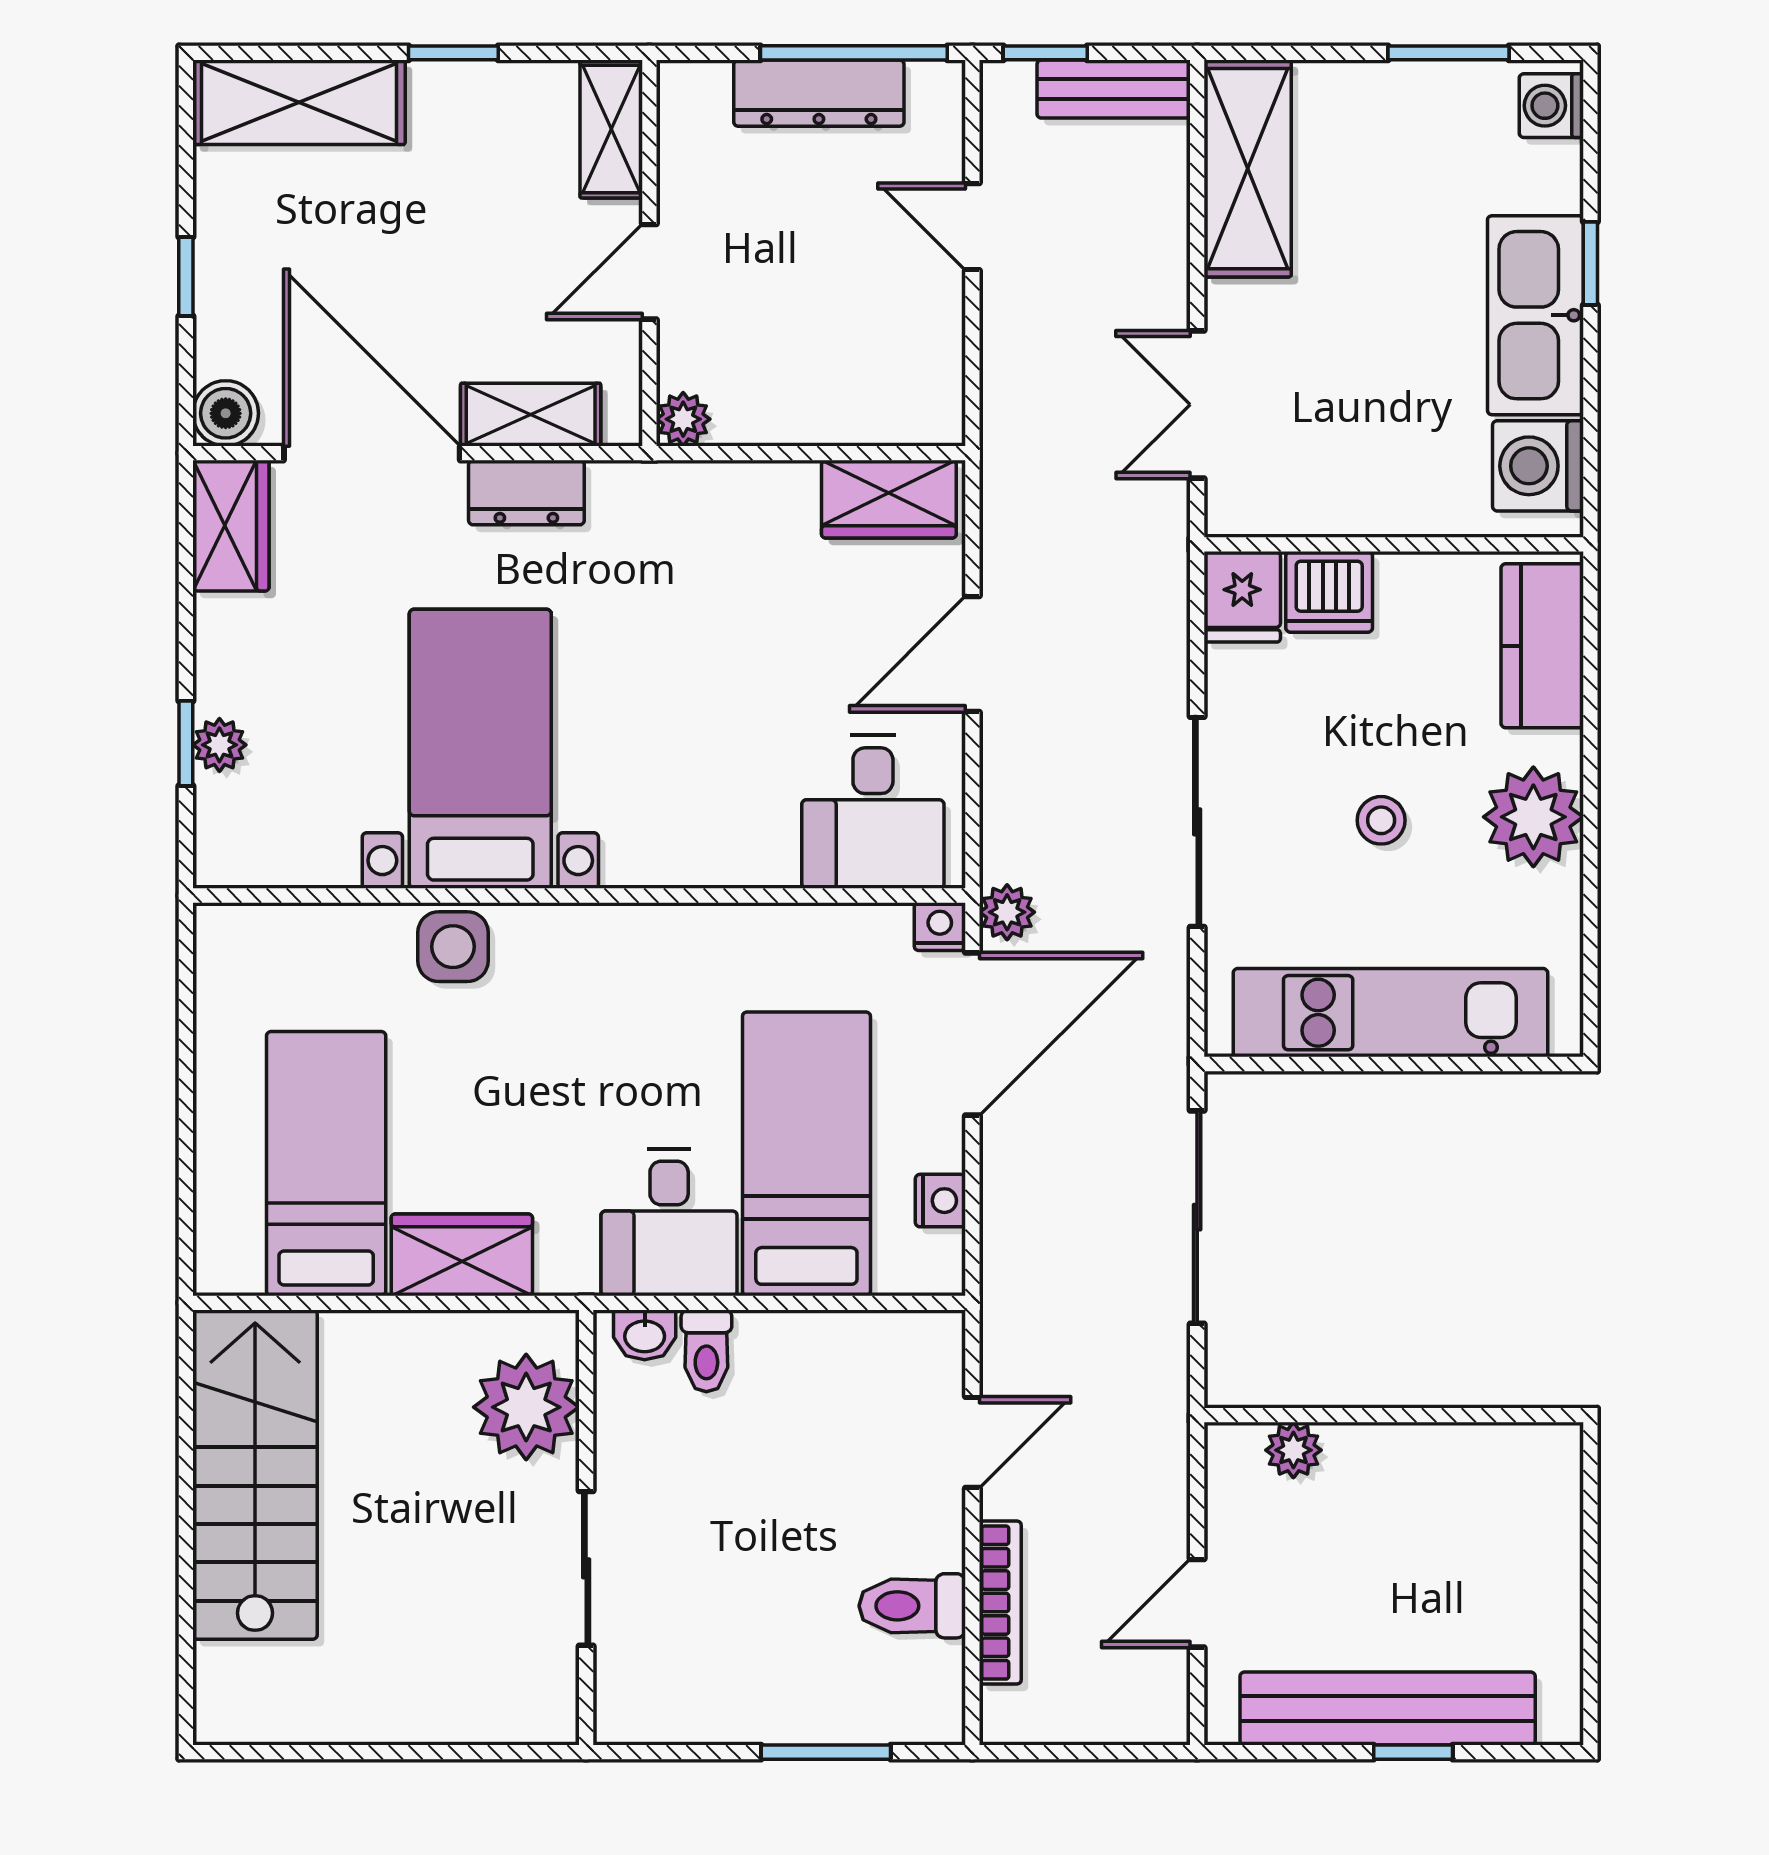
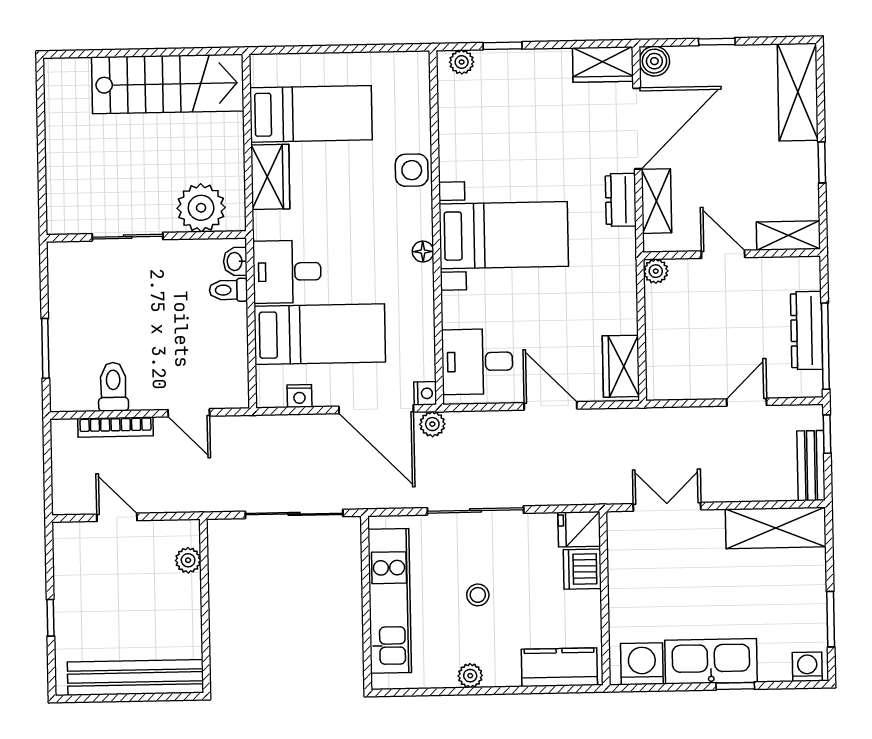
plant: (219, 745) -> (462, 62), moved
bed with nightstands: (480, 749) -> (504, 235), moved
plant: (1533, 817) -> (470, 676), width x0.53, depth x0.53
floor lamp: (631, 926) -> (423, 252), added
bench: (1388, 1708) -> (135, 677), moved, turned 90

